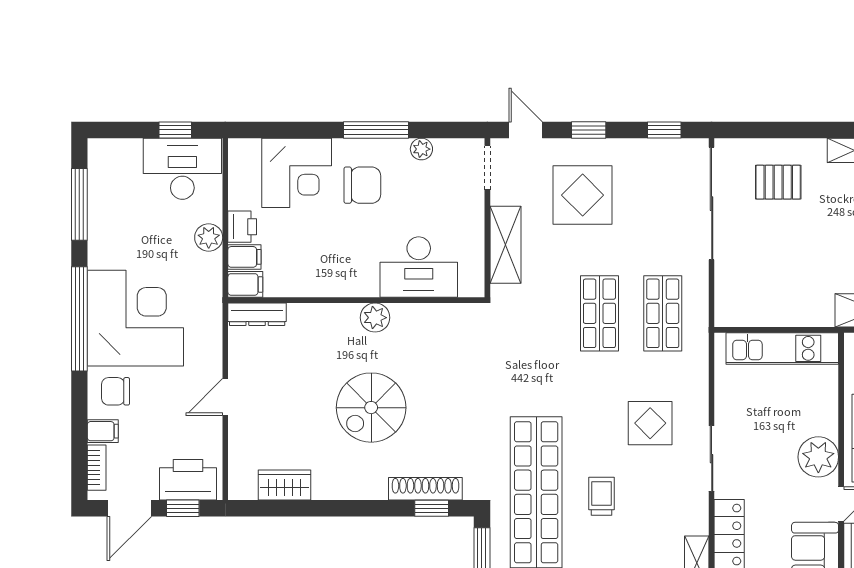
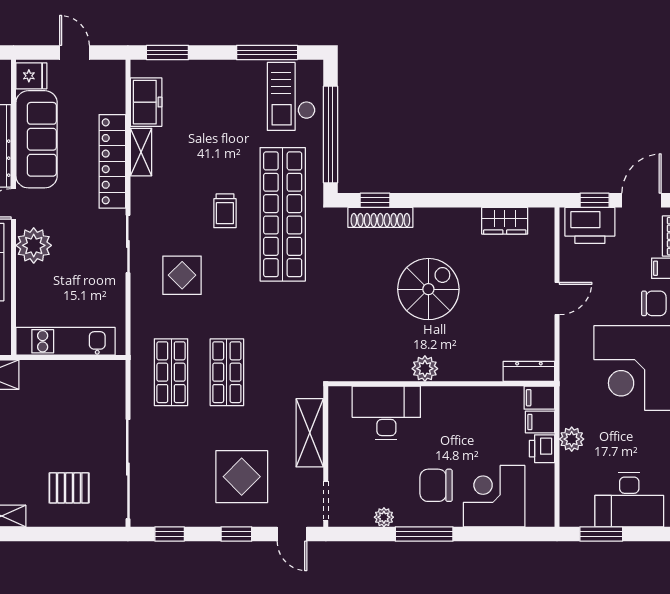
window: (175, 130) -> (601, 534), width x1.50
desk: (182, 169) -> (629, 500), moved

